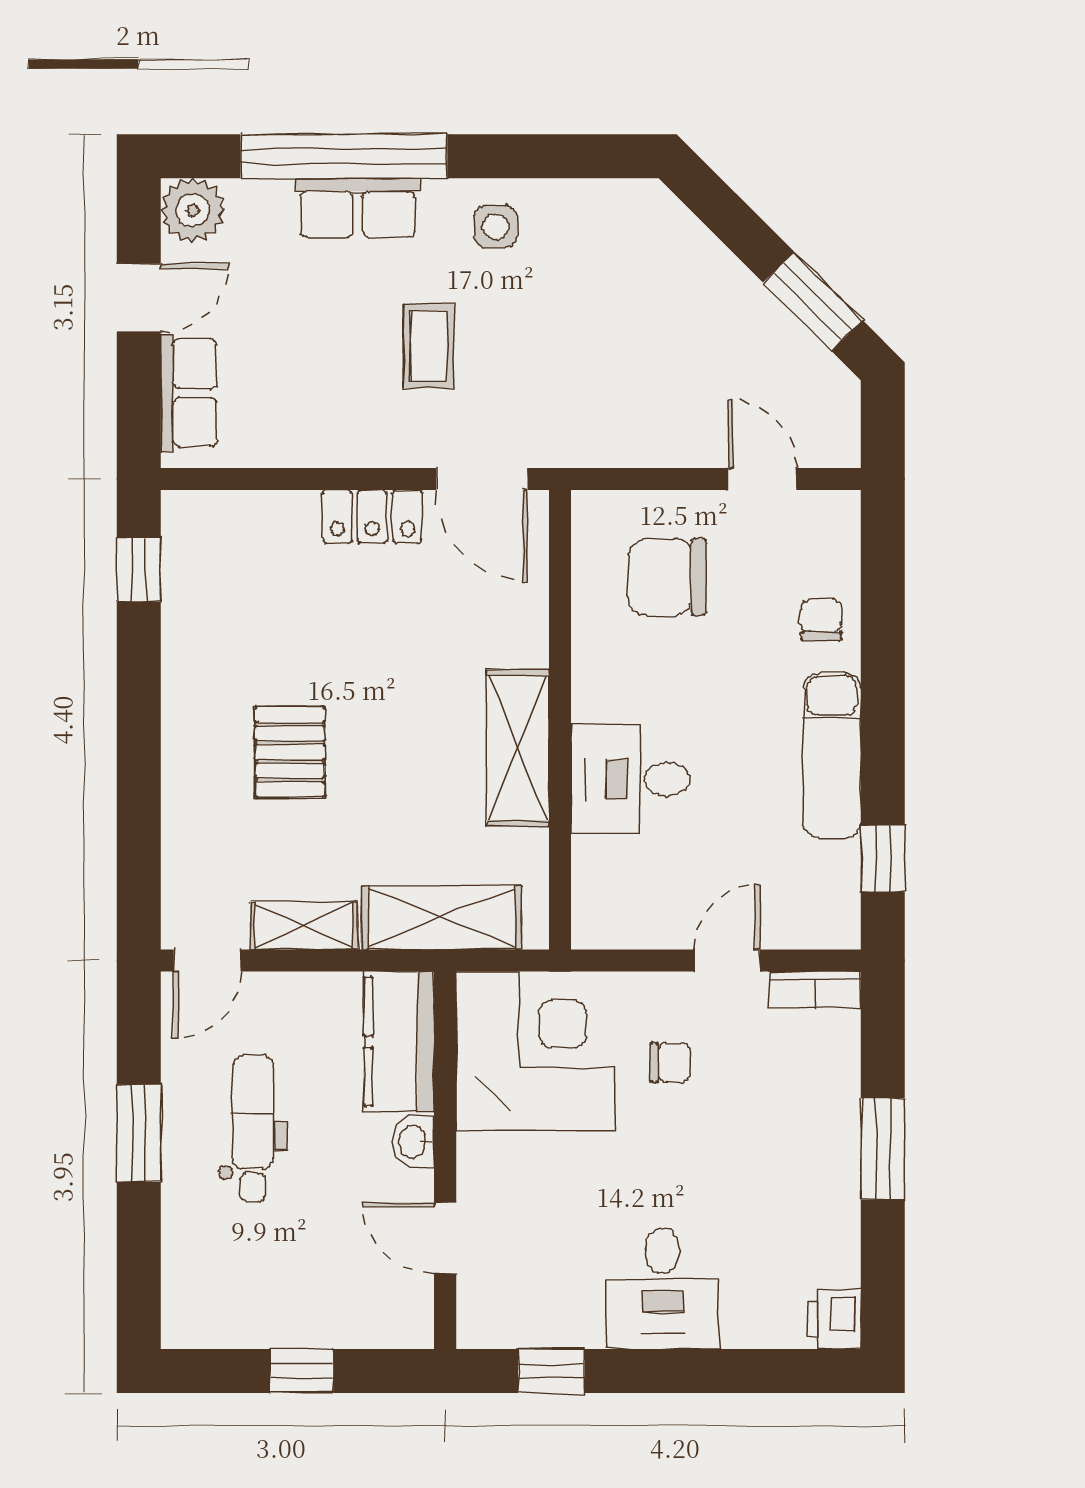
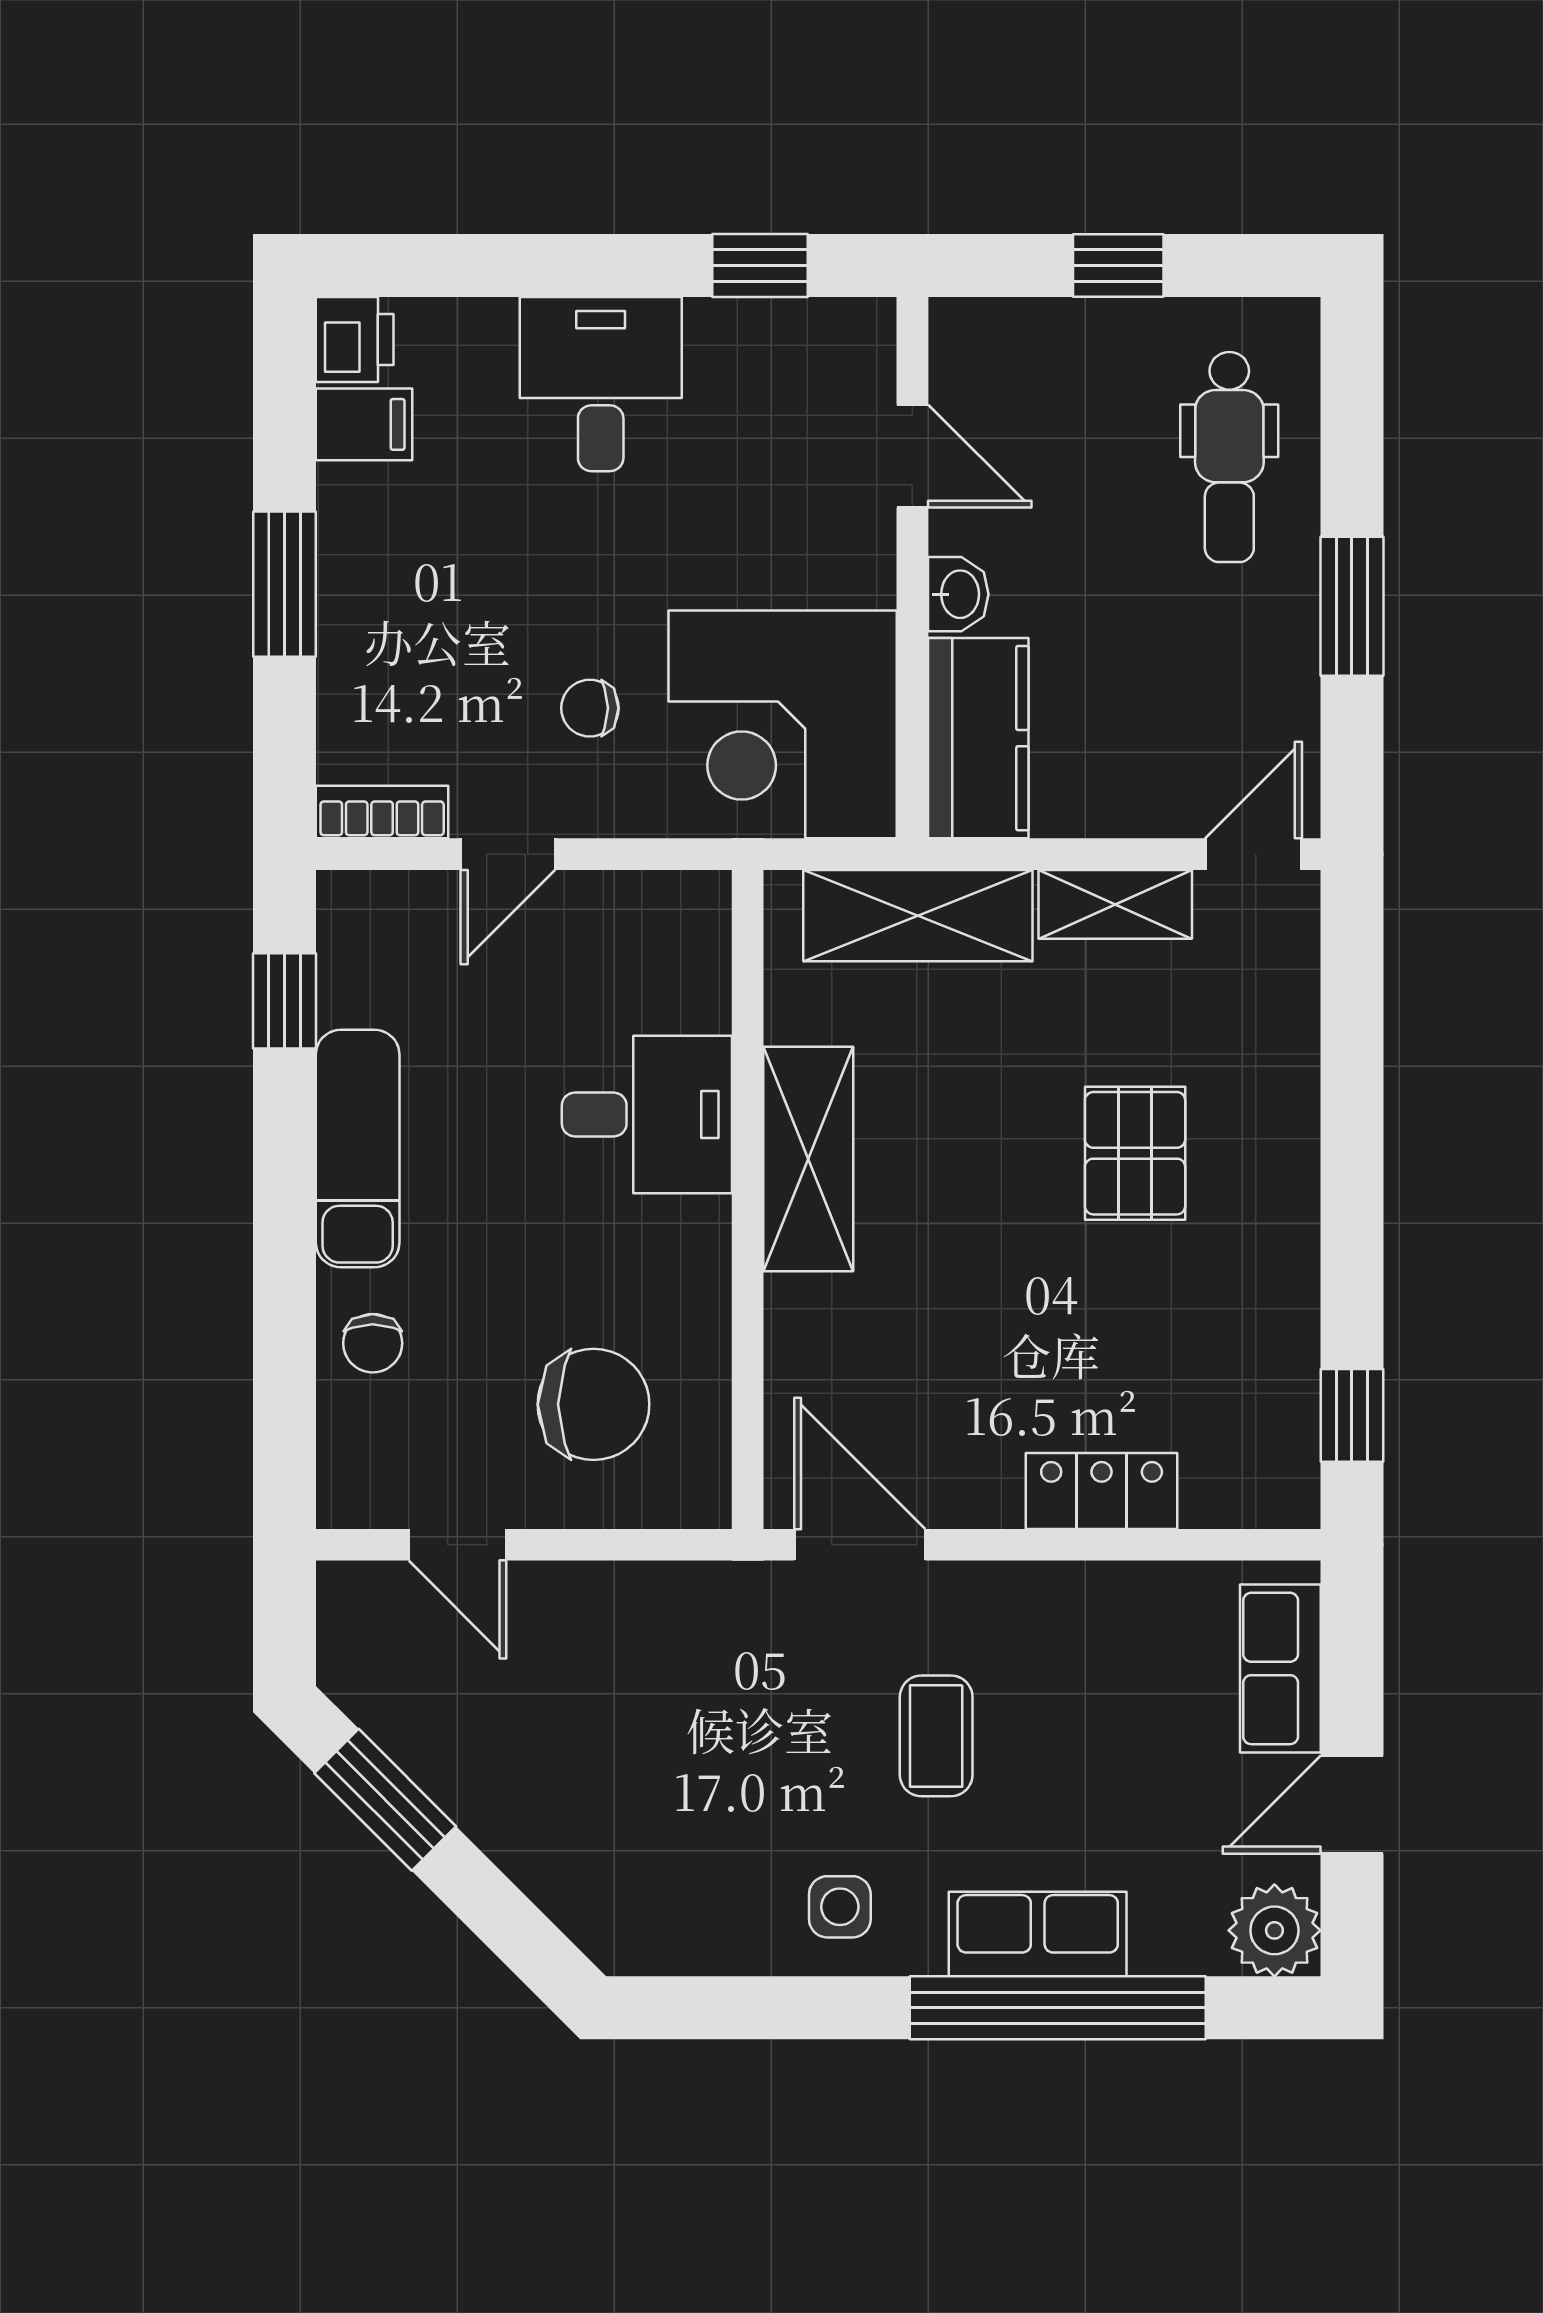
locker: (372, 517) -> (1102, 1491), moved
dental chair: (253, 1129) -> (1229, 457), moved
filing cabinet: (827, 1260) -> (364, 424), added

